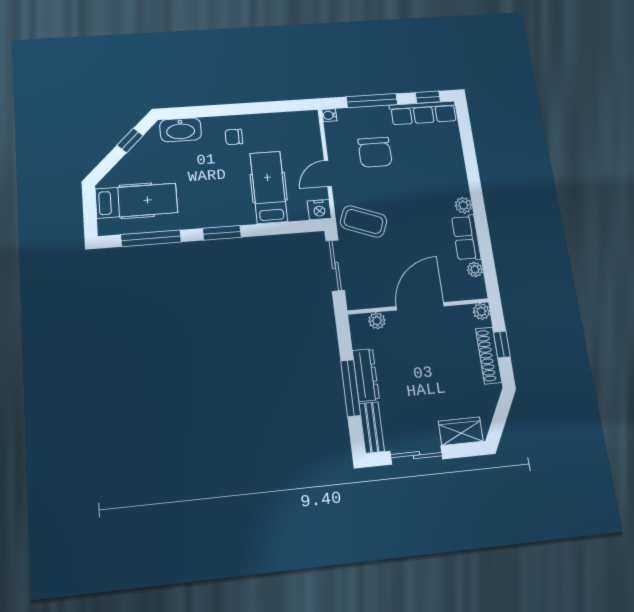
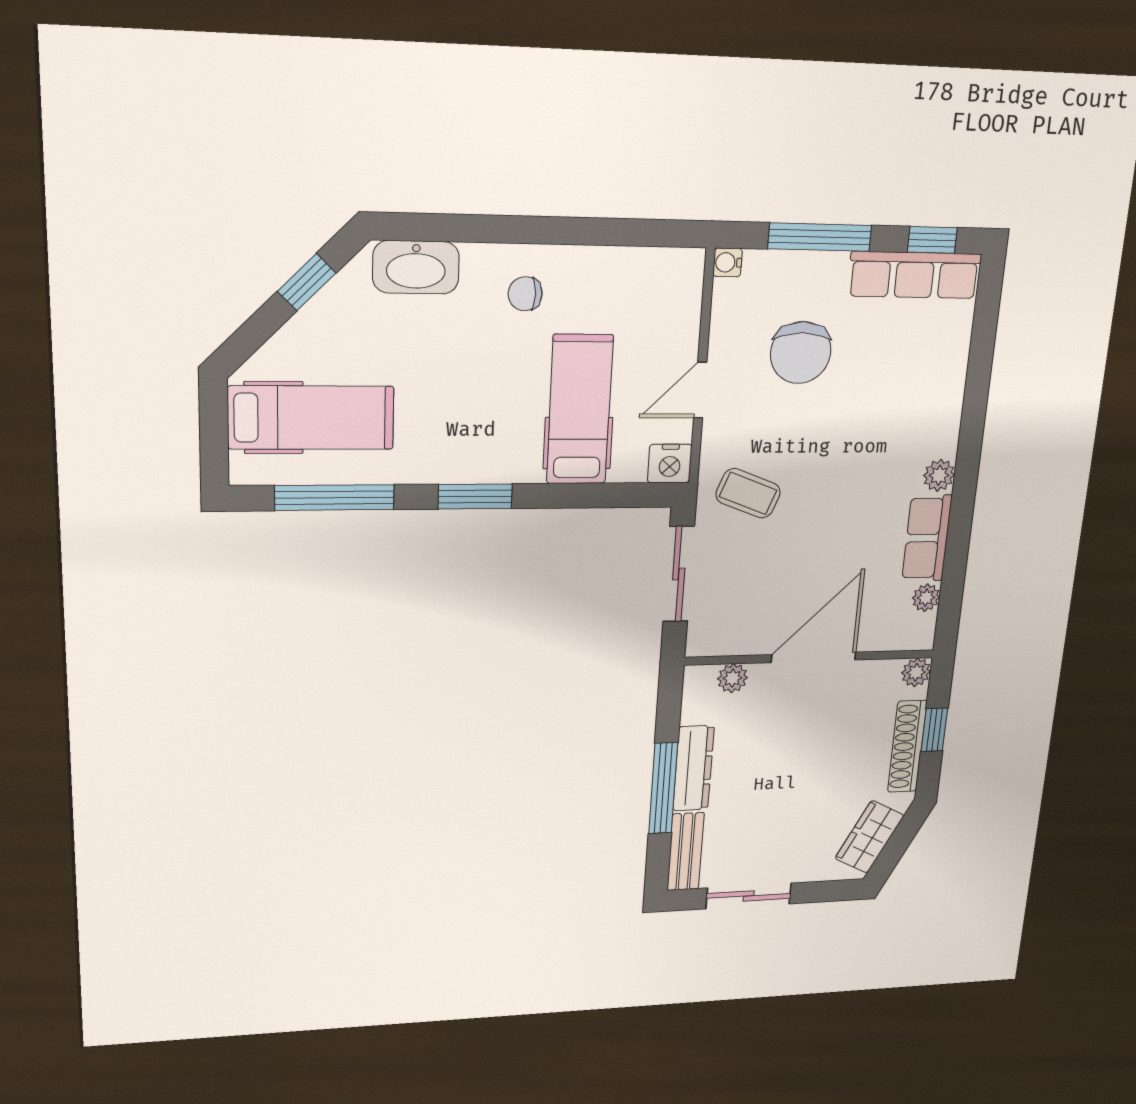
coffee table: (364, 221) -> (748, 493), width x0.73, depth x0.77
wardrobe: (461, 431) -> (870, 837), moved, turned -63

